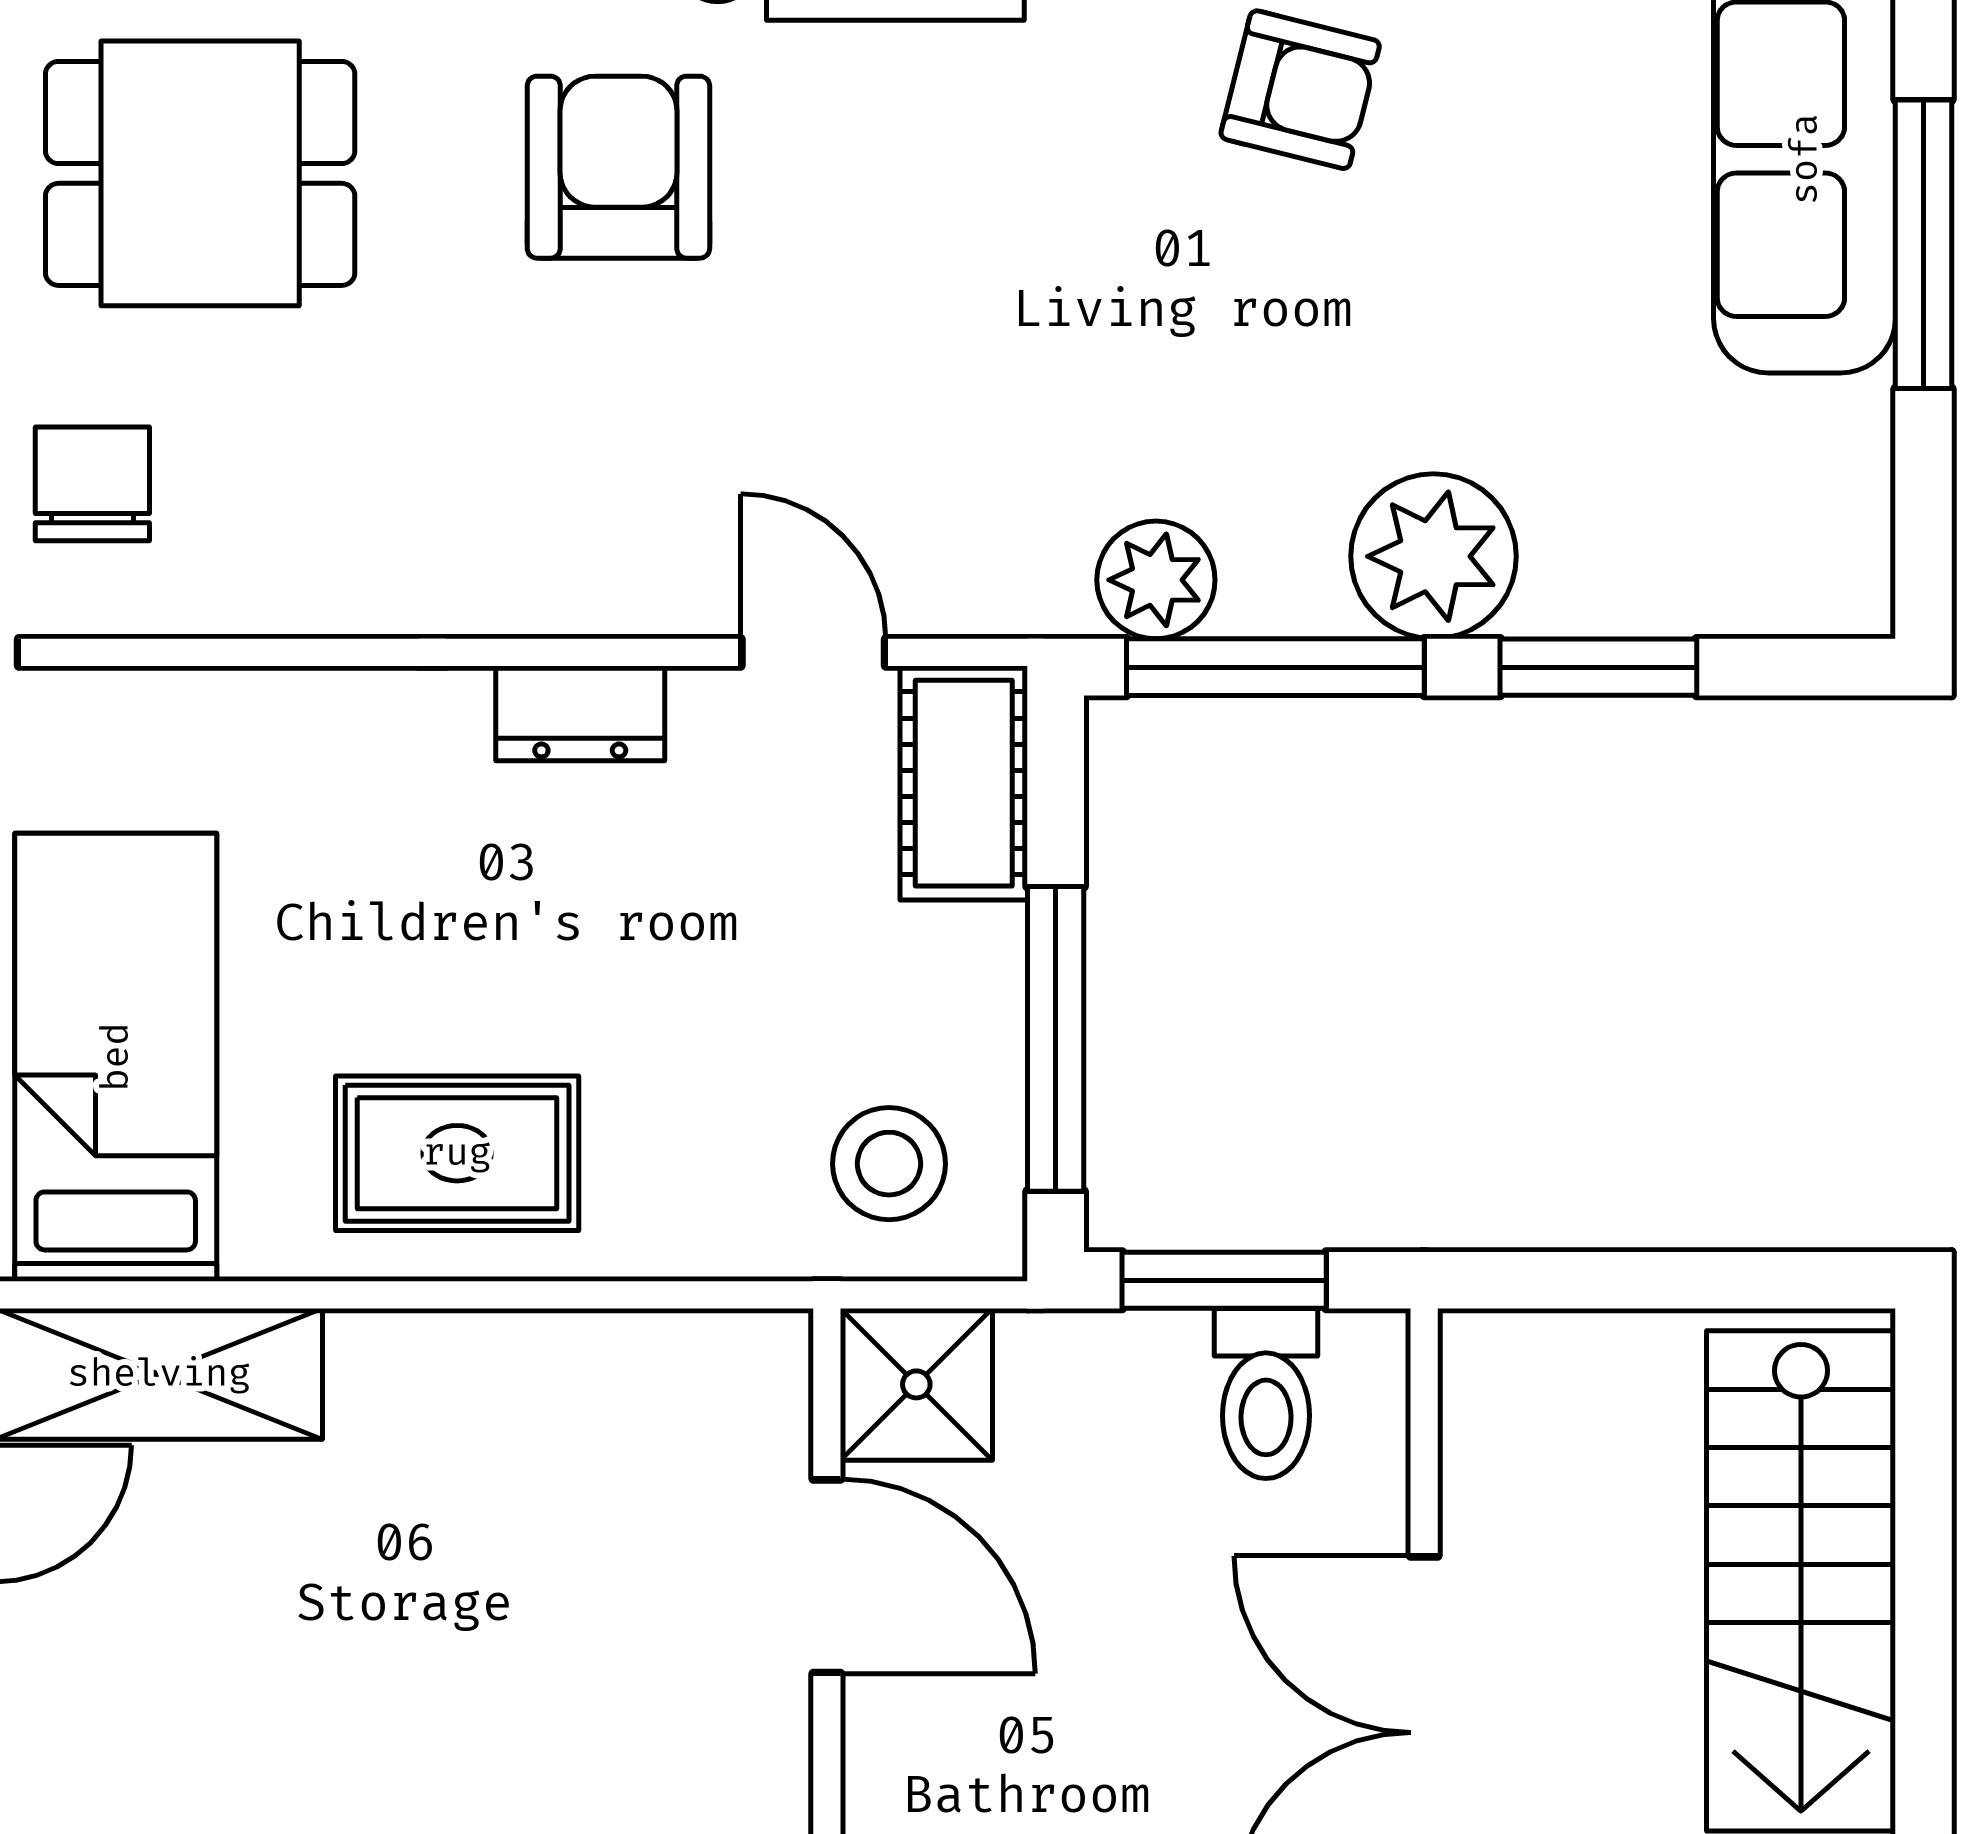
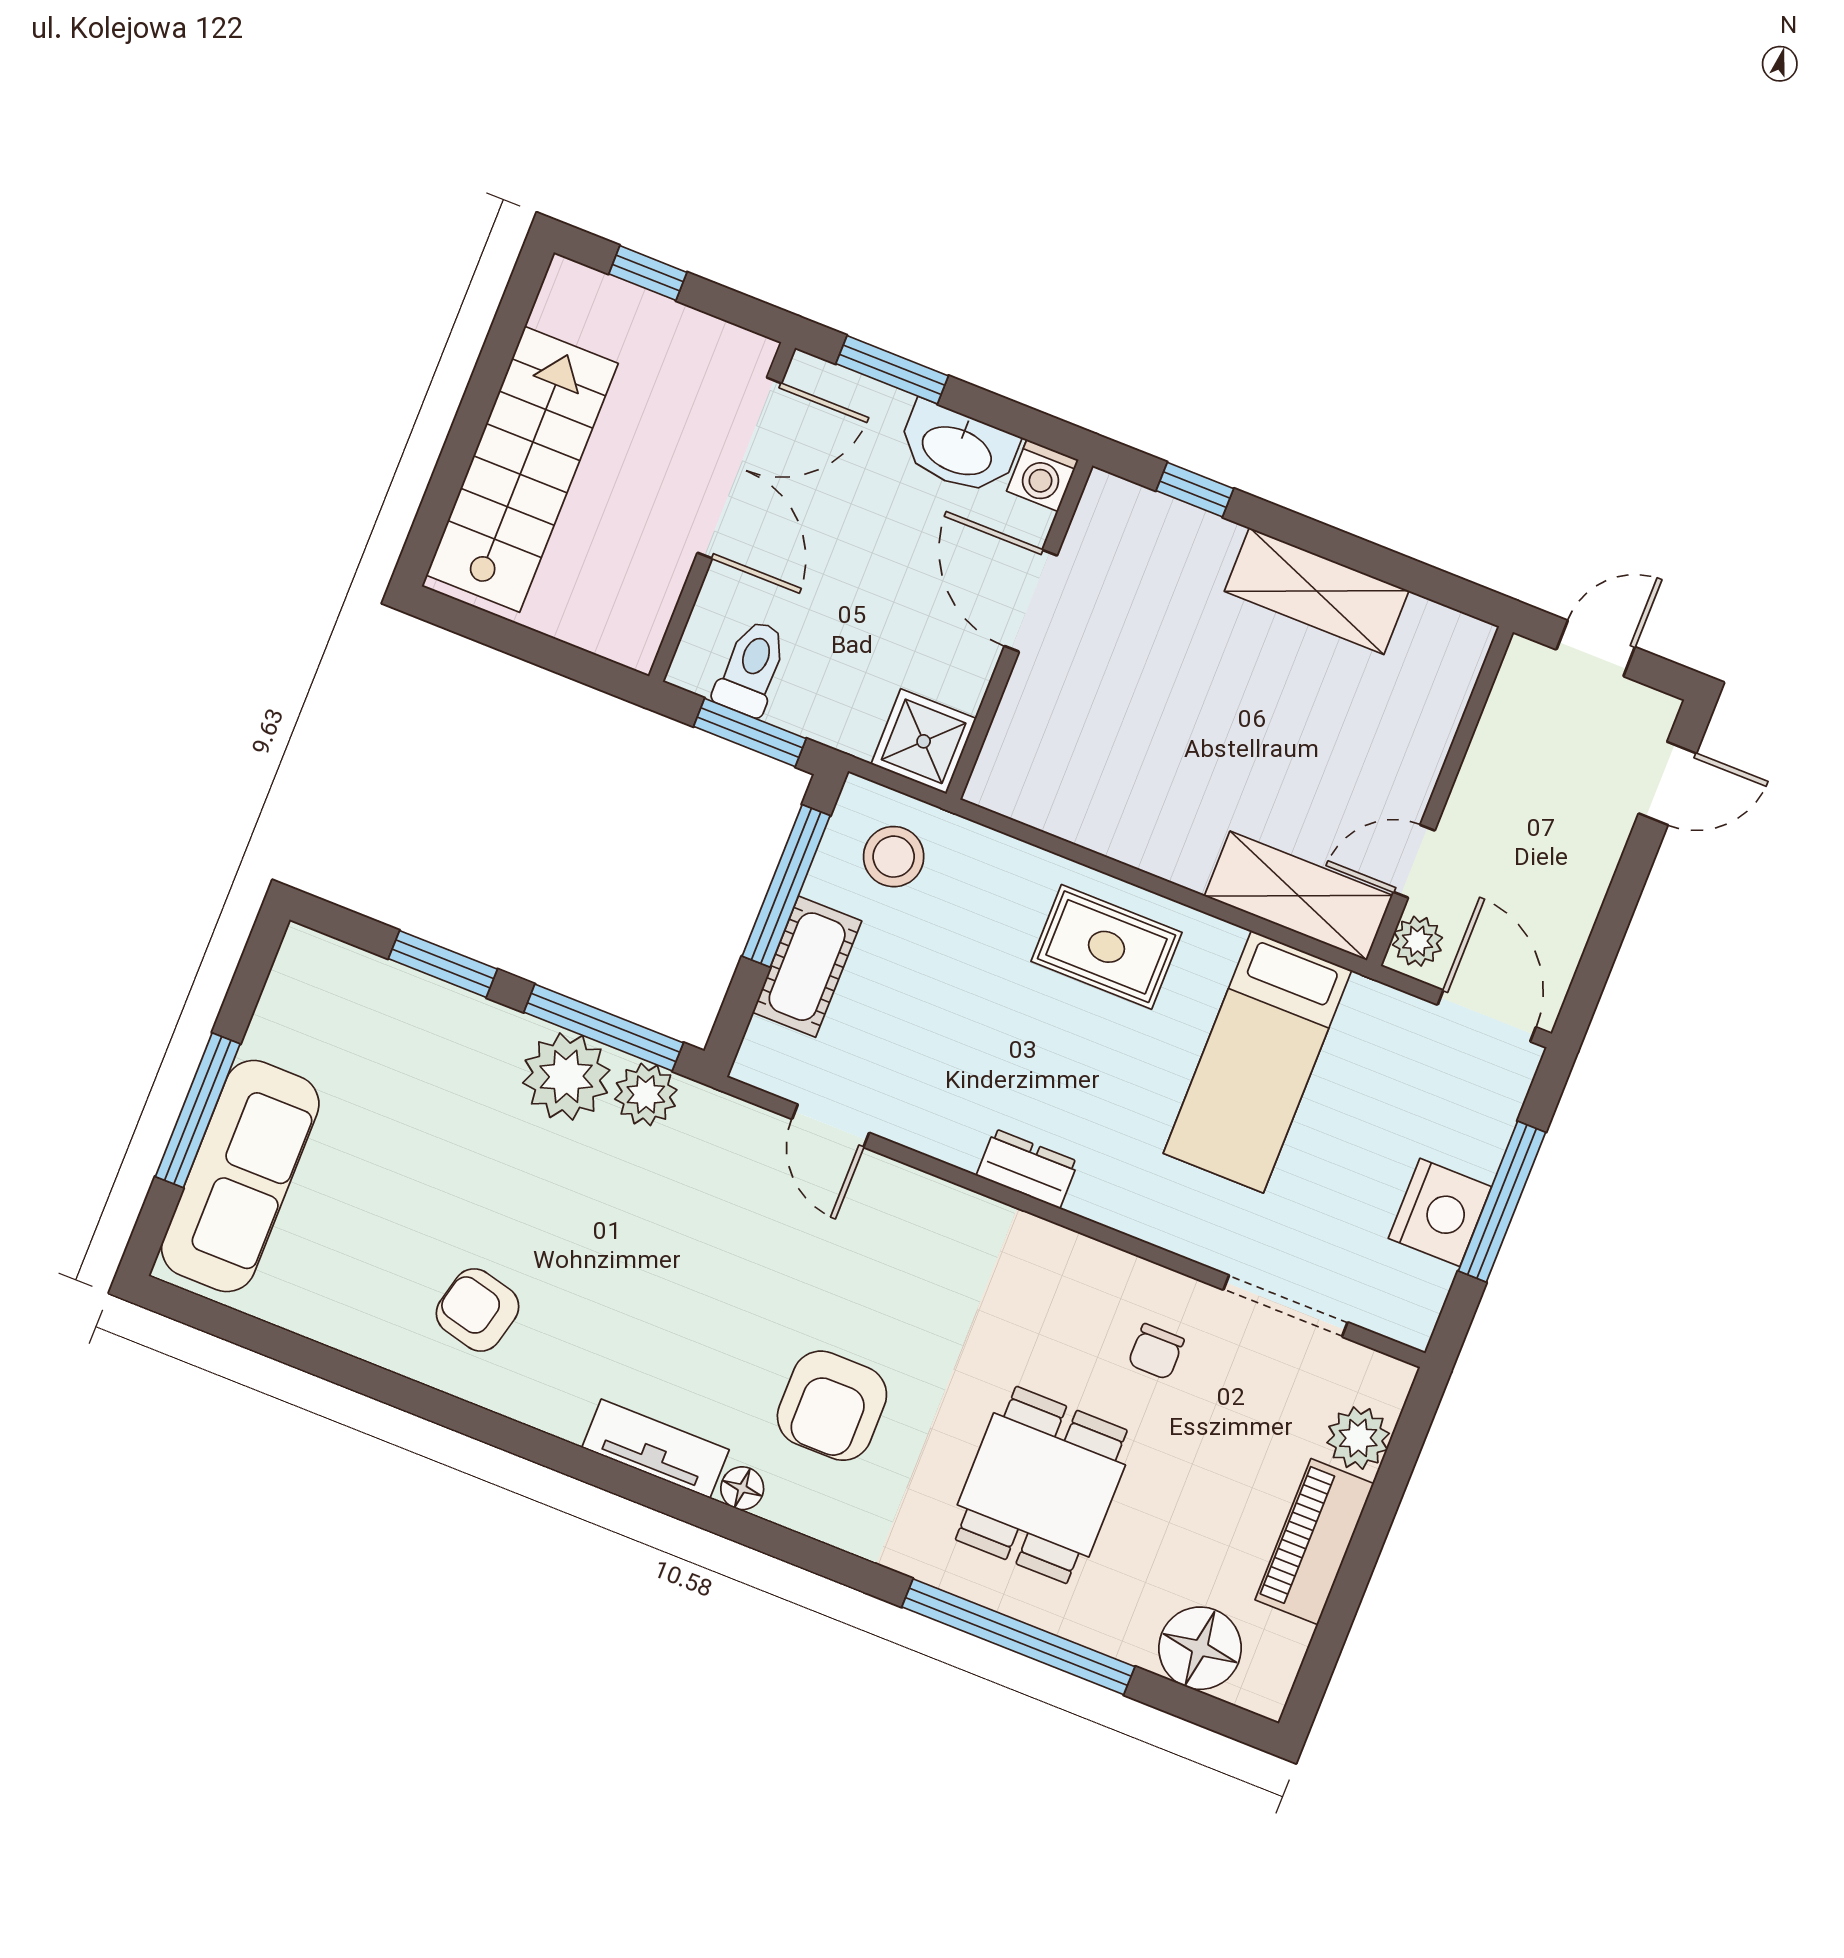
dining table: (200, 173) -> (1041, 1485), turned 90
chair: (92, 484) -> (1156, 1352), width x0.73, depth x0.73
plant: (1434, 556) -> (566, 1077), moved
dresser: (580, 713) -> (1027, 1169), moved
cot: (964, 783) -> (807, 967), moved
door: (827, 1576) -> (1031, 601), moved

